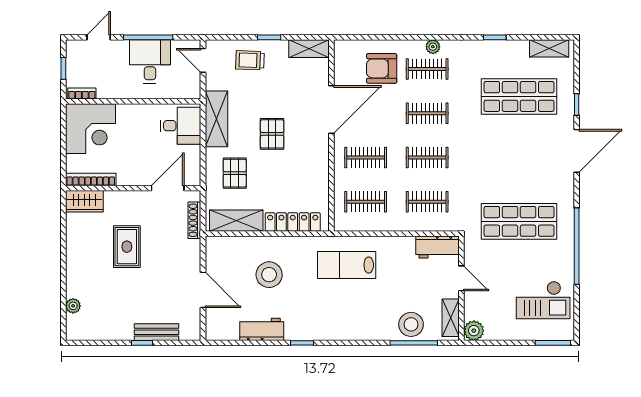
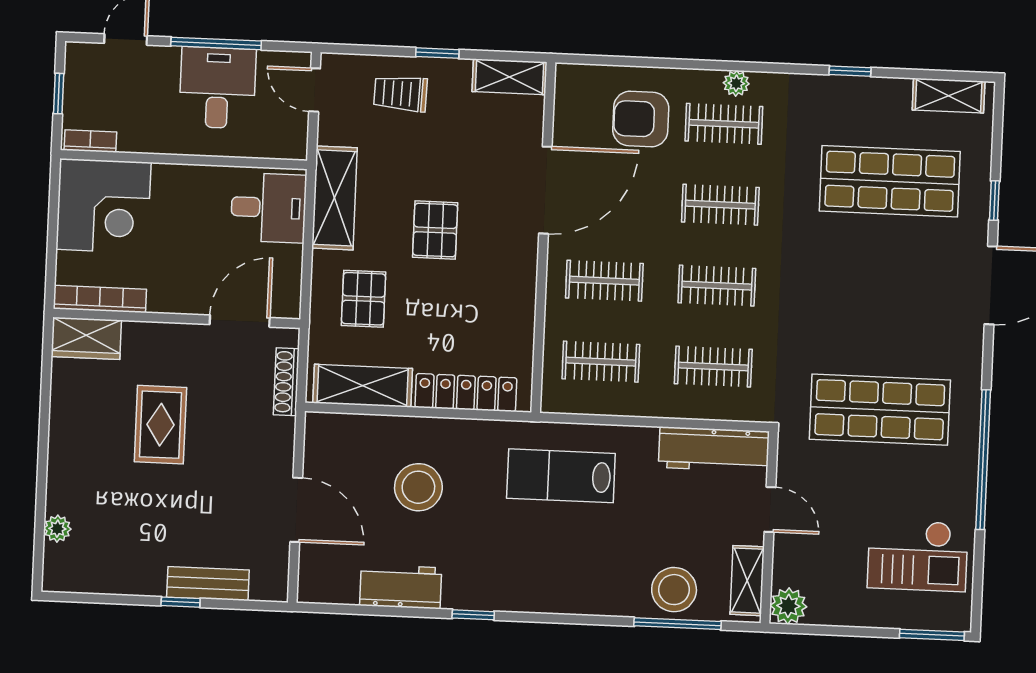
workbench: (437, 247) -> (714, 449), width x1.38

